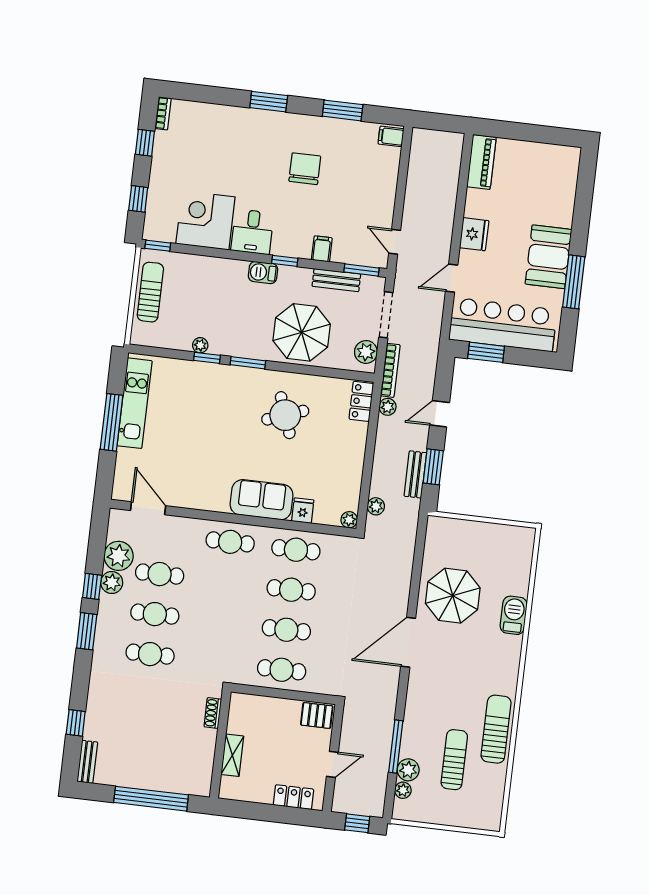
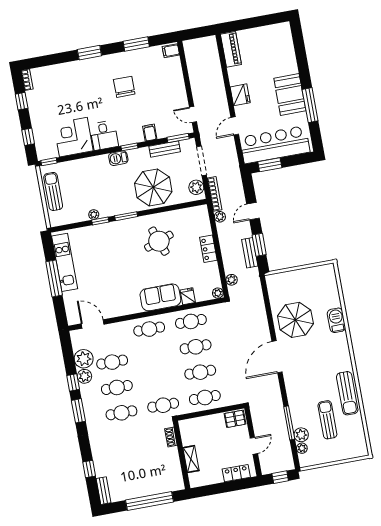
locker: (361, 401) -> (208, 249), moved
cafe table: (216, 662) -> (163, 405), added
sun lounger: (496, 729) -> (347, 393), turned 180

